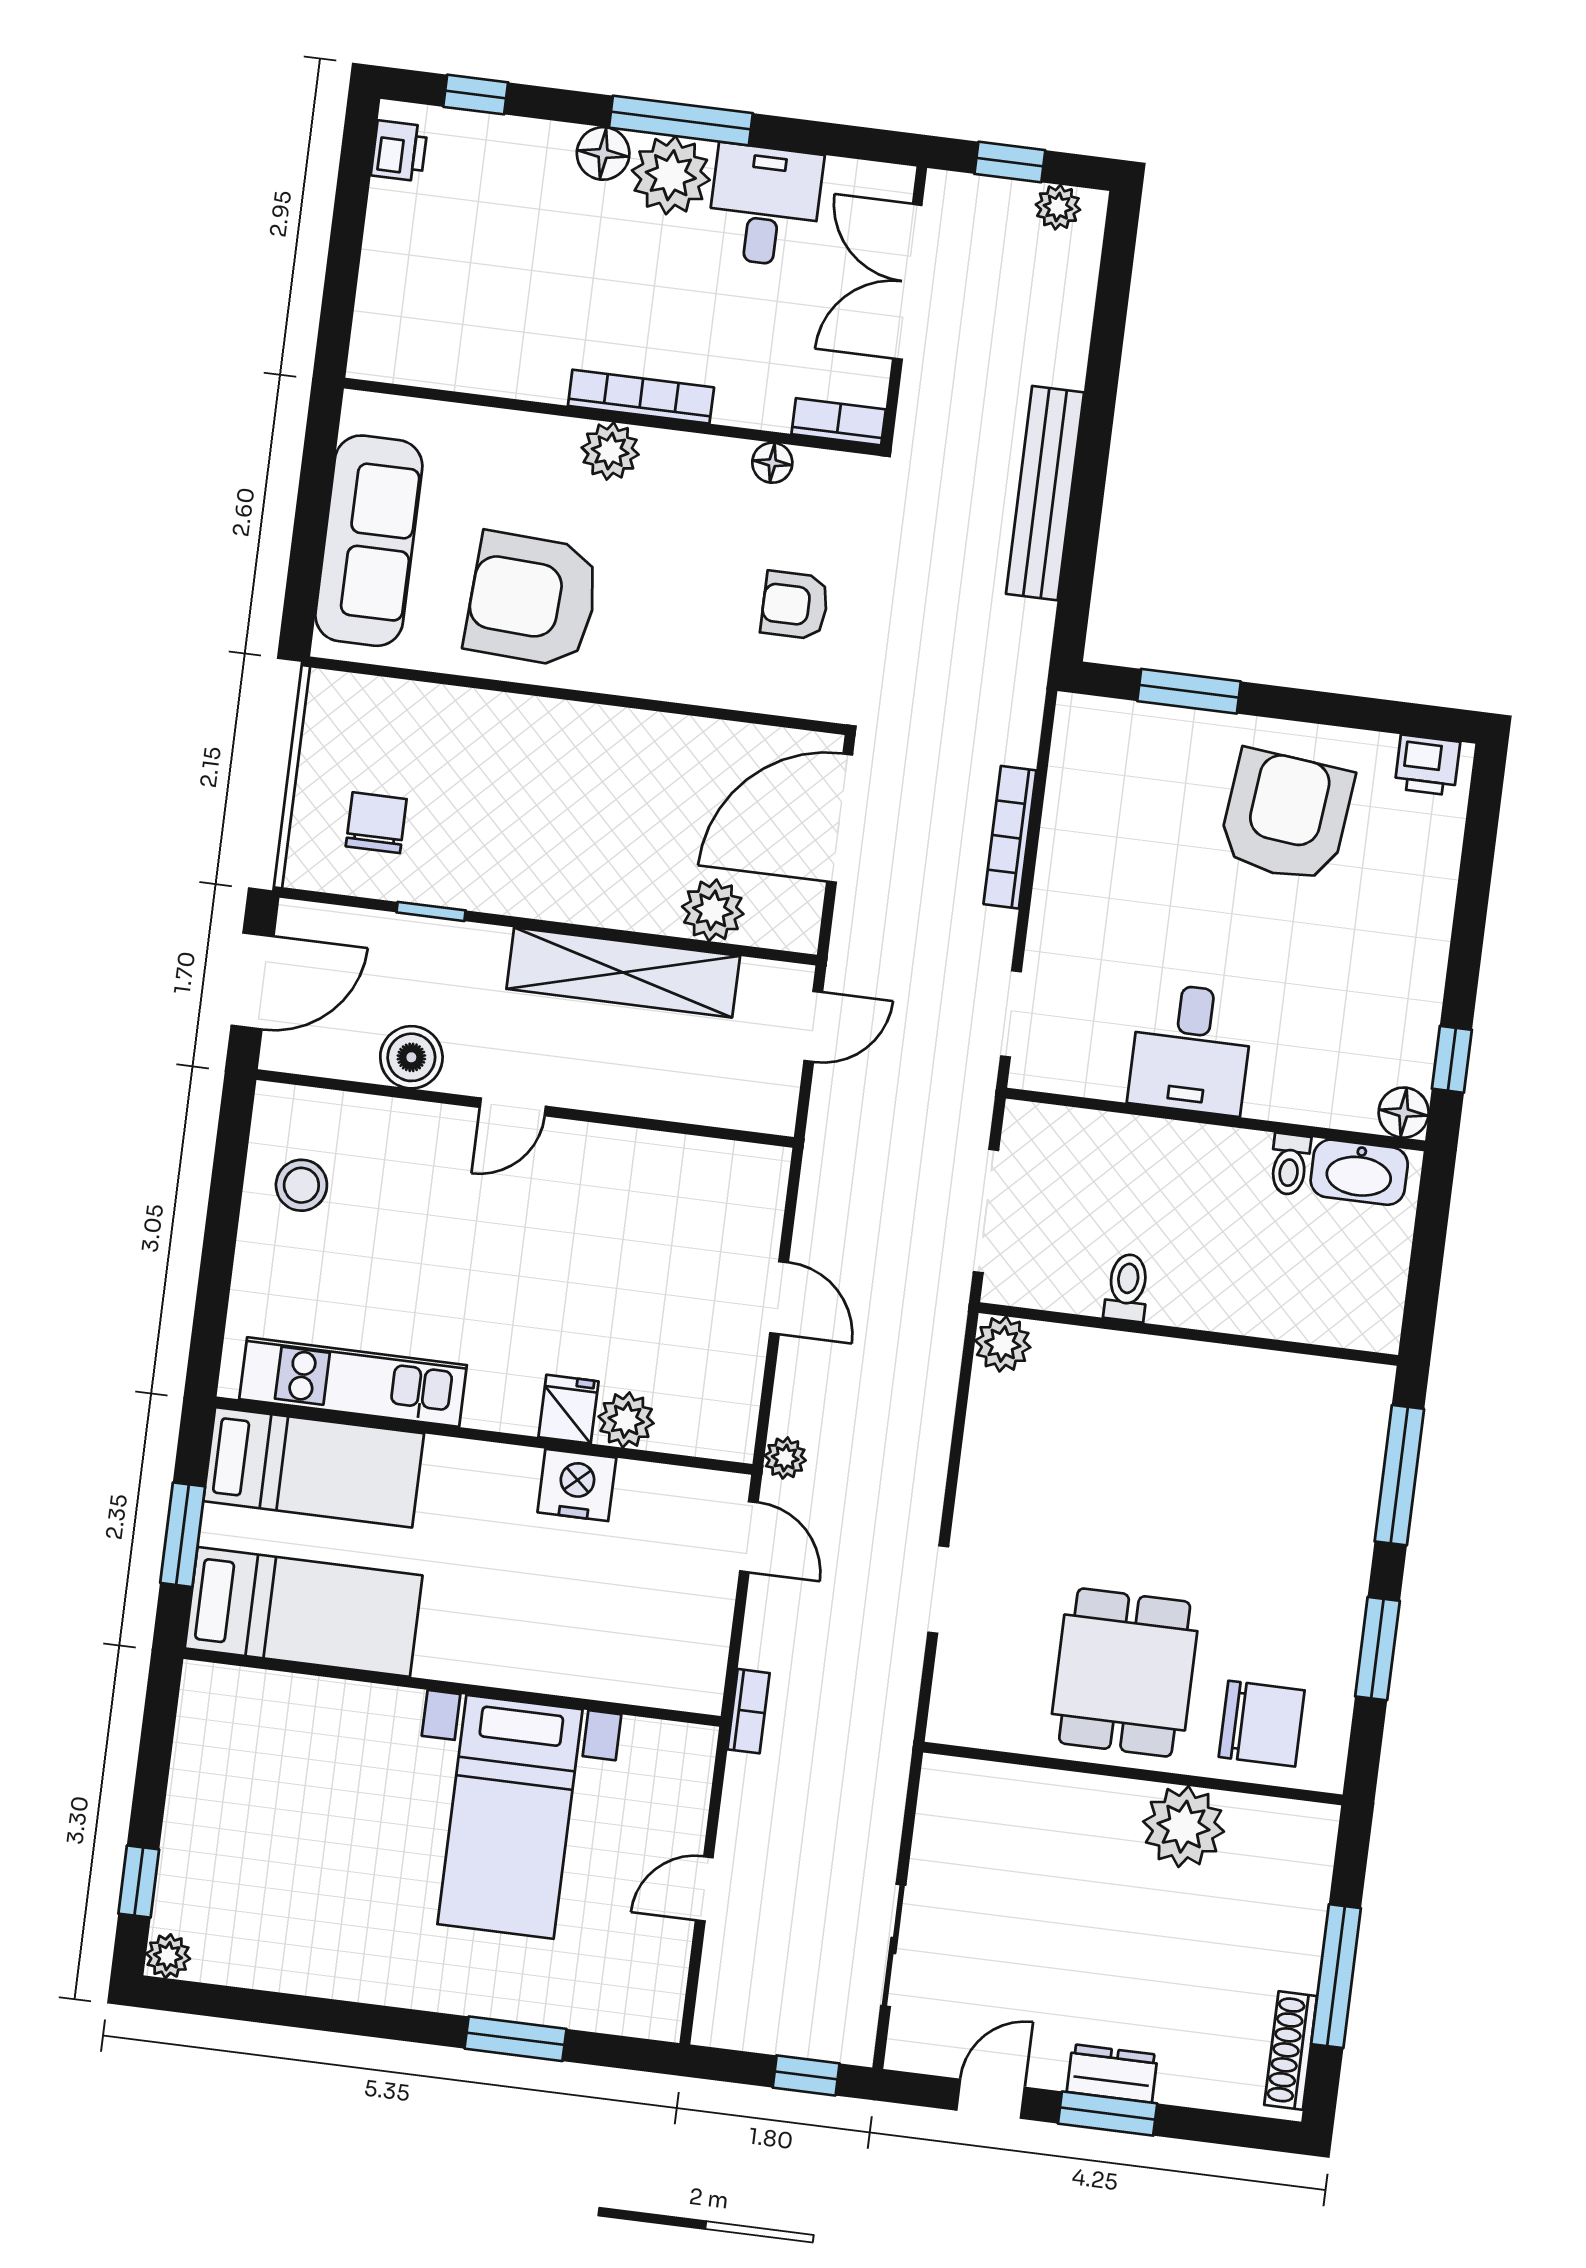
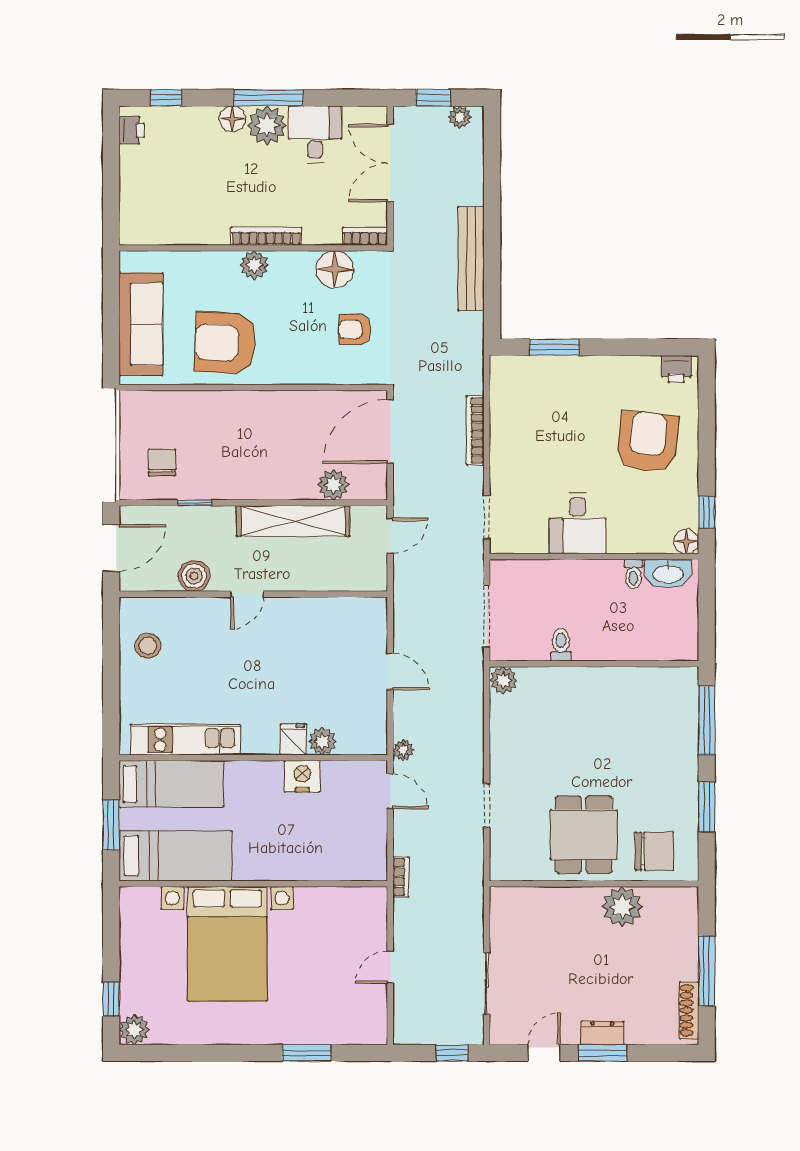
floor lamp: (772, 463) -> (335, 269), width x1.89, depth x1.89
armchair: (1286, 816) -> (648, 442), moved
bed with nightstands: (510, 1817) -> (227, 944), moved, width x1.36
plant: (168, 1956) -> (134, 1030), width x1.38, depth x1.38

